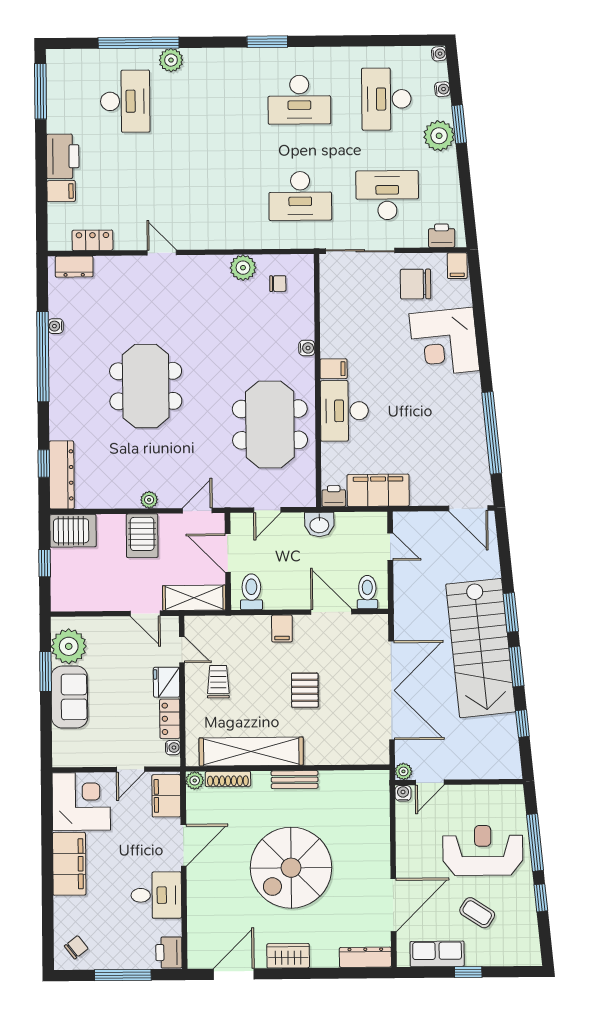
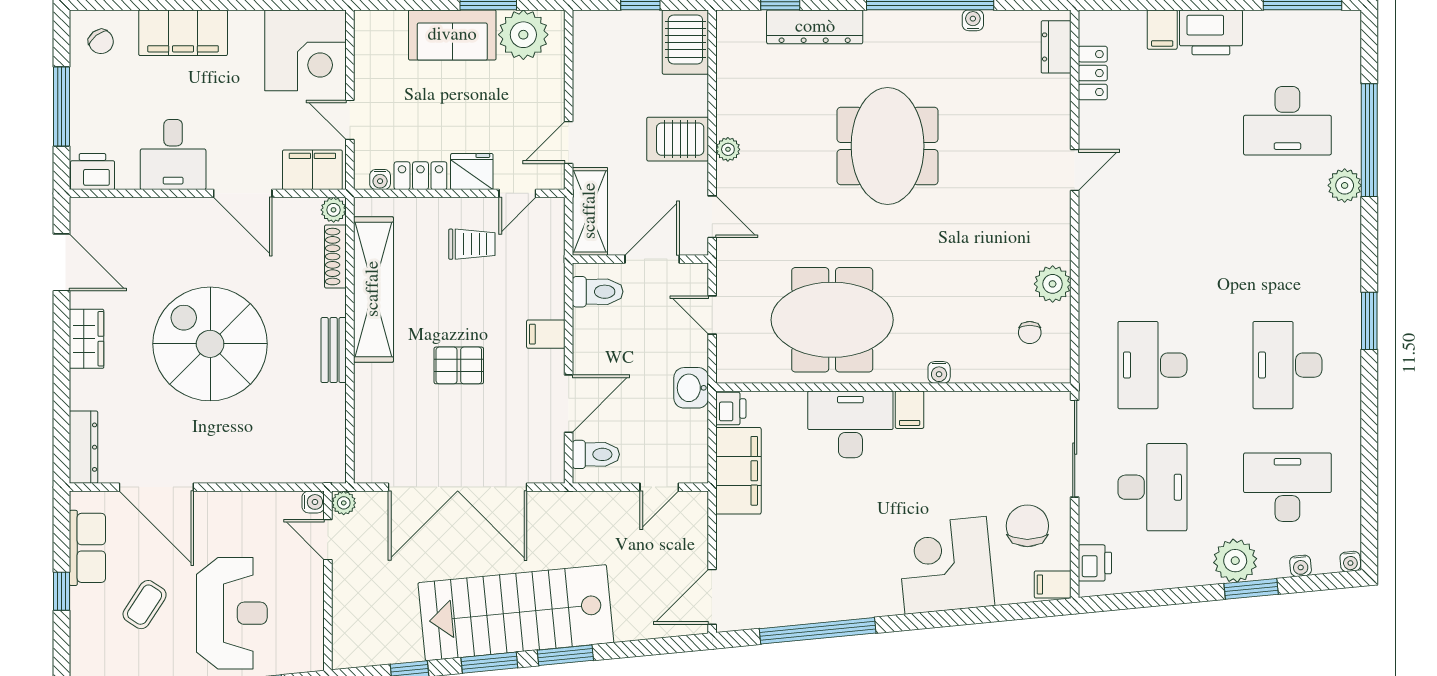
meeting table: (146, 386) -> (888, 146), turned 90
dresser: (62, 475) -> (815, 27), moved
filing cabinet: (69, 864) -> (183, 33), moved

